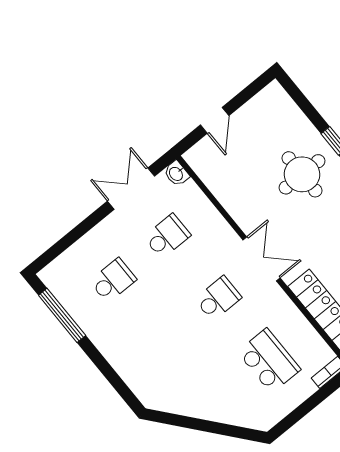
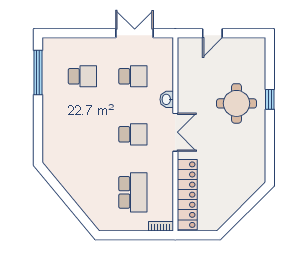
washbasin: (176, 174) -> (167, 99), moved

